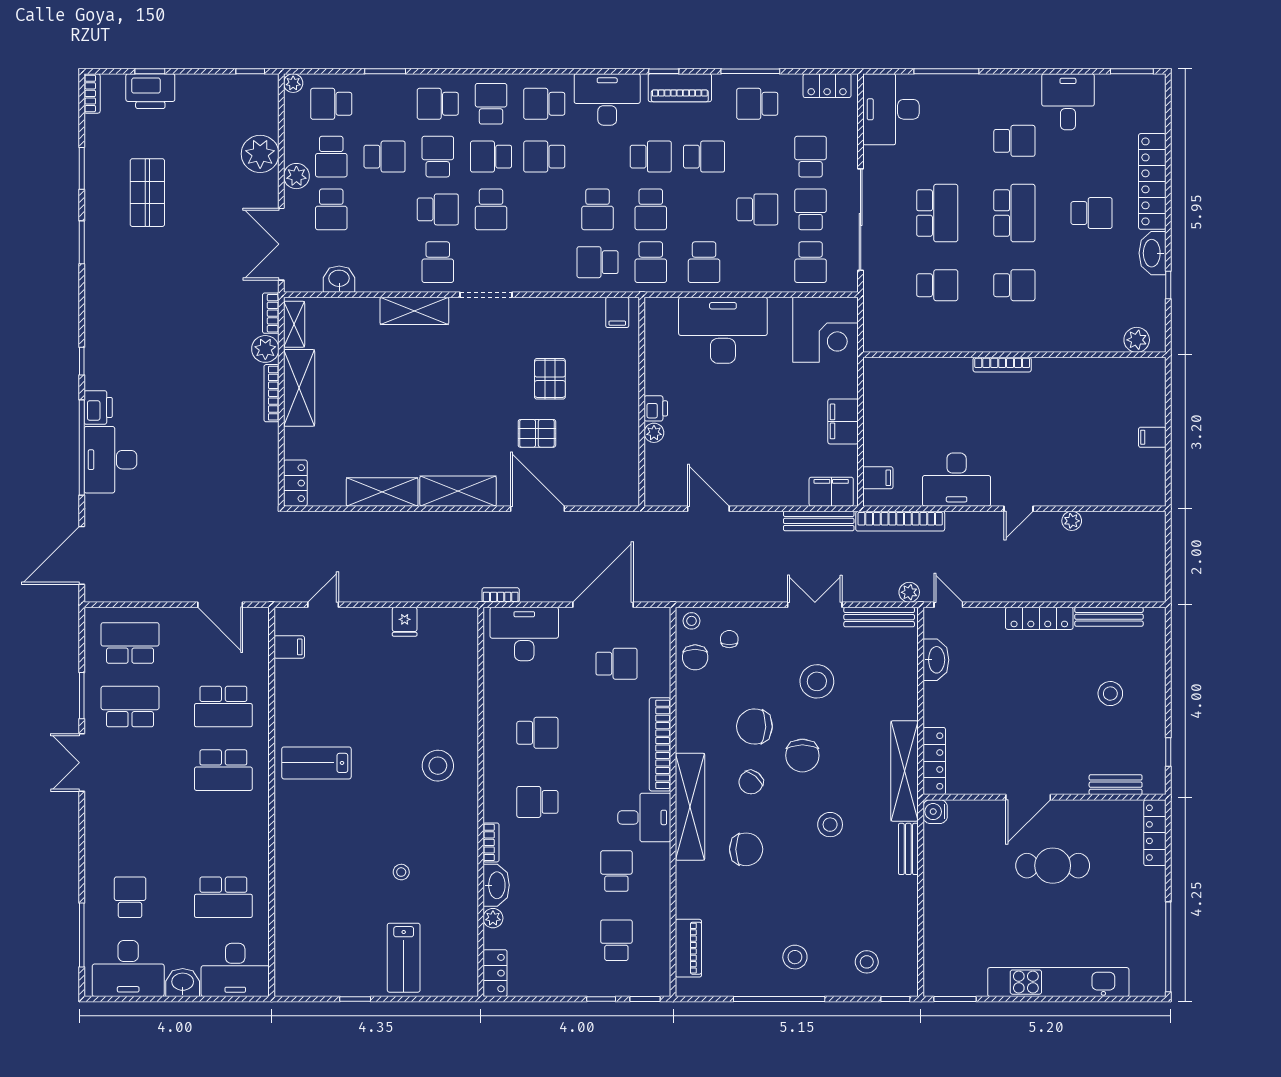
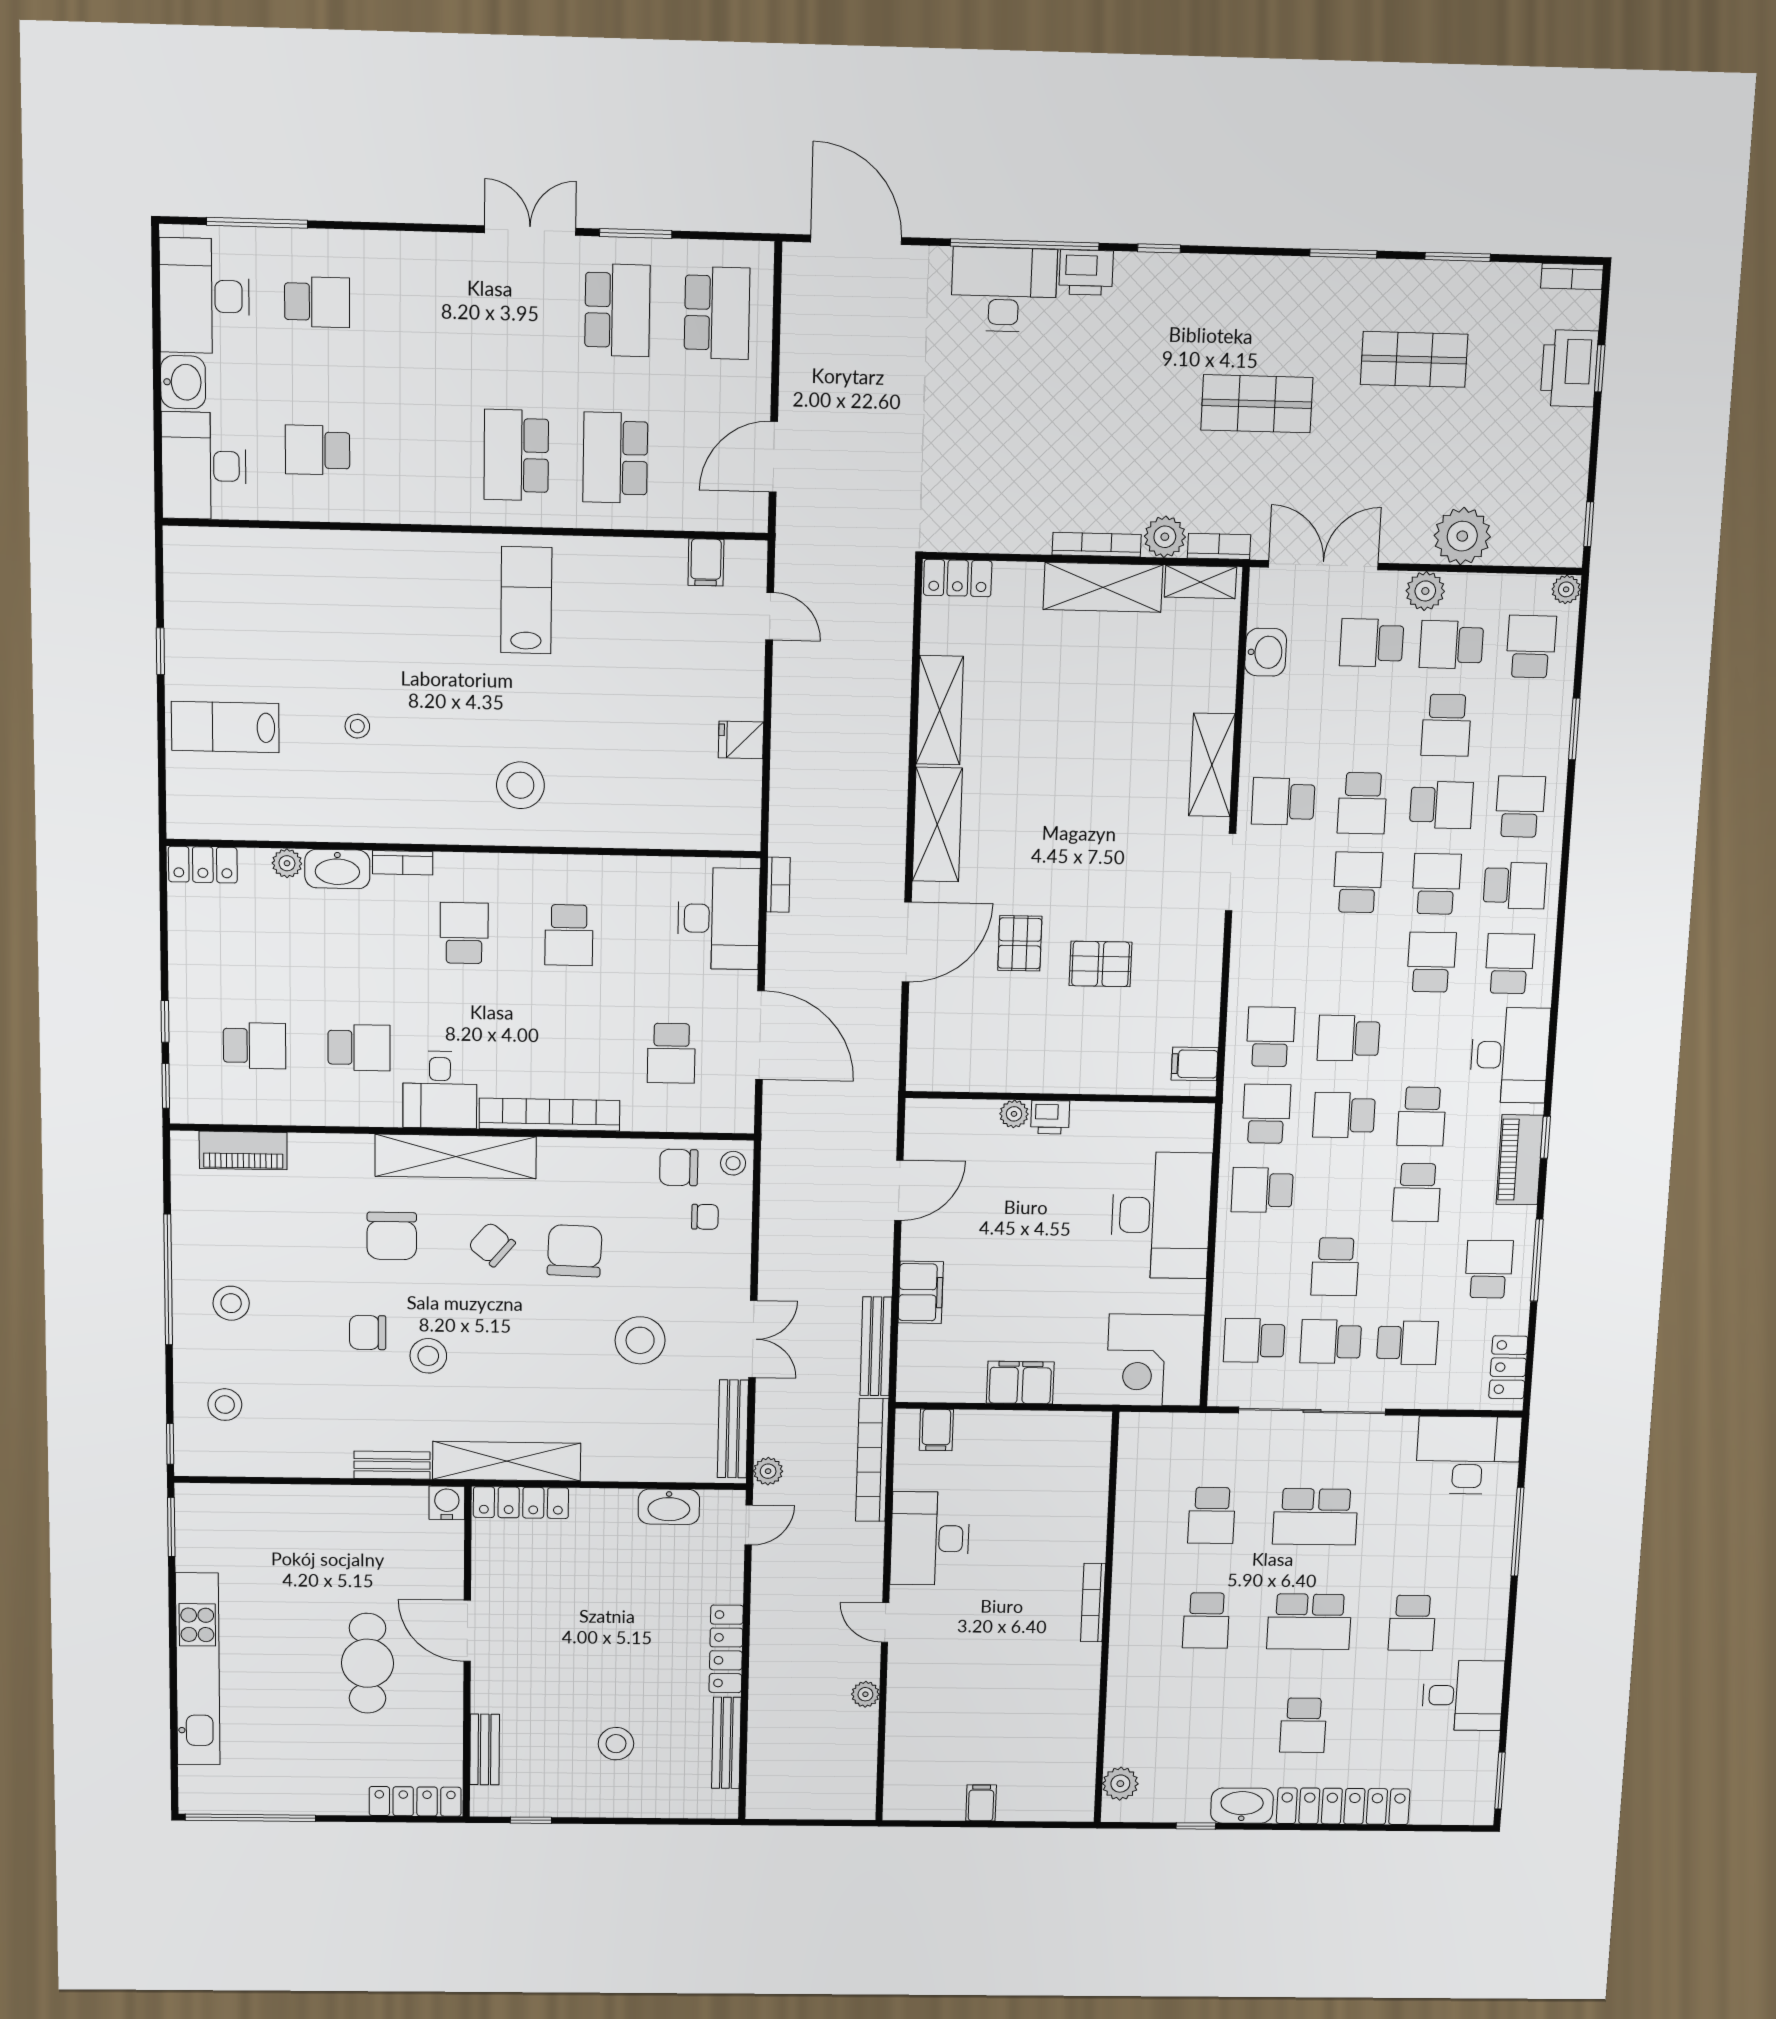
school desk: (491, 209) -> (1358, 882), turned 90
school desk: (811, 209) -> (1331, 1342), turned 180
school desk: (651, 262) -> (1266, 1114), turned 90
shop shelf: (178, 293) -> (1257, 404), added
filing cabinet: (831, 492) -> (921, 1292), moved
chair: (802, 756) -> (368, 1332), moved, width x0.73, depth x0.73
school desk: (223, 897) -> (318, 450), width x0.54

